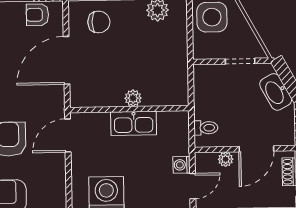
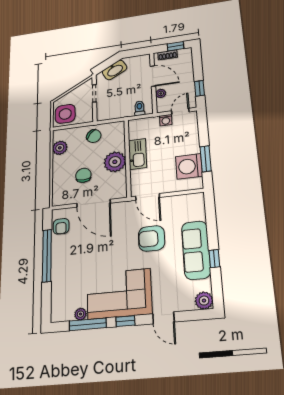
chair: (99, 22) -> (83, 175), moved
chair: (170, 60) -> (94, 136), added
plant: (133, 98) -> (115, 162), width x1.87, depth x1.87
door: (193, 186) -> (180, 111), hinge flipped

